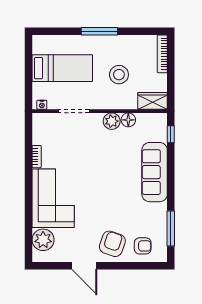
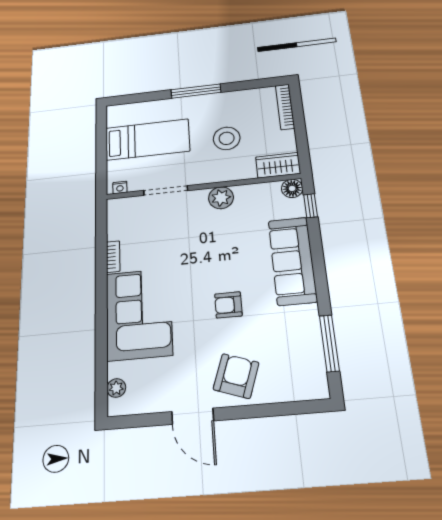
floor lamp: (128, 120) -> (292, 188), moved
plant: (43, 240) -> (116, 388), width x0.53, depth x0.53
armchair: (143, 246) -> (228, 305), moved, turned 180

